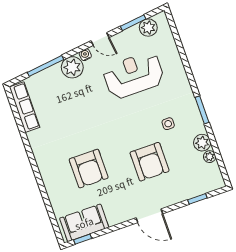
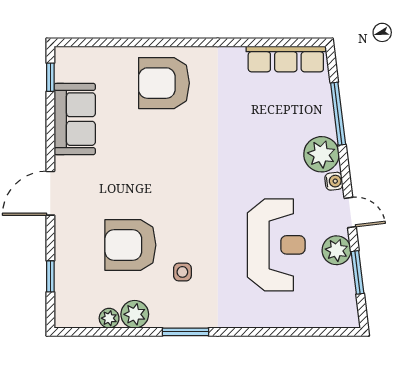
plant: (148, 28) -> (336, 250), moved
door: (100, 39) -> (350, 213), swing flipped
armchair: (150, 162) -> (130, 245), moved
armchair: (89, 169) -> (164, 83), moved
sofa: (84, 223) -> (75, 119), moved

